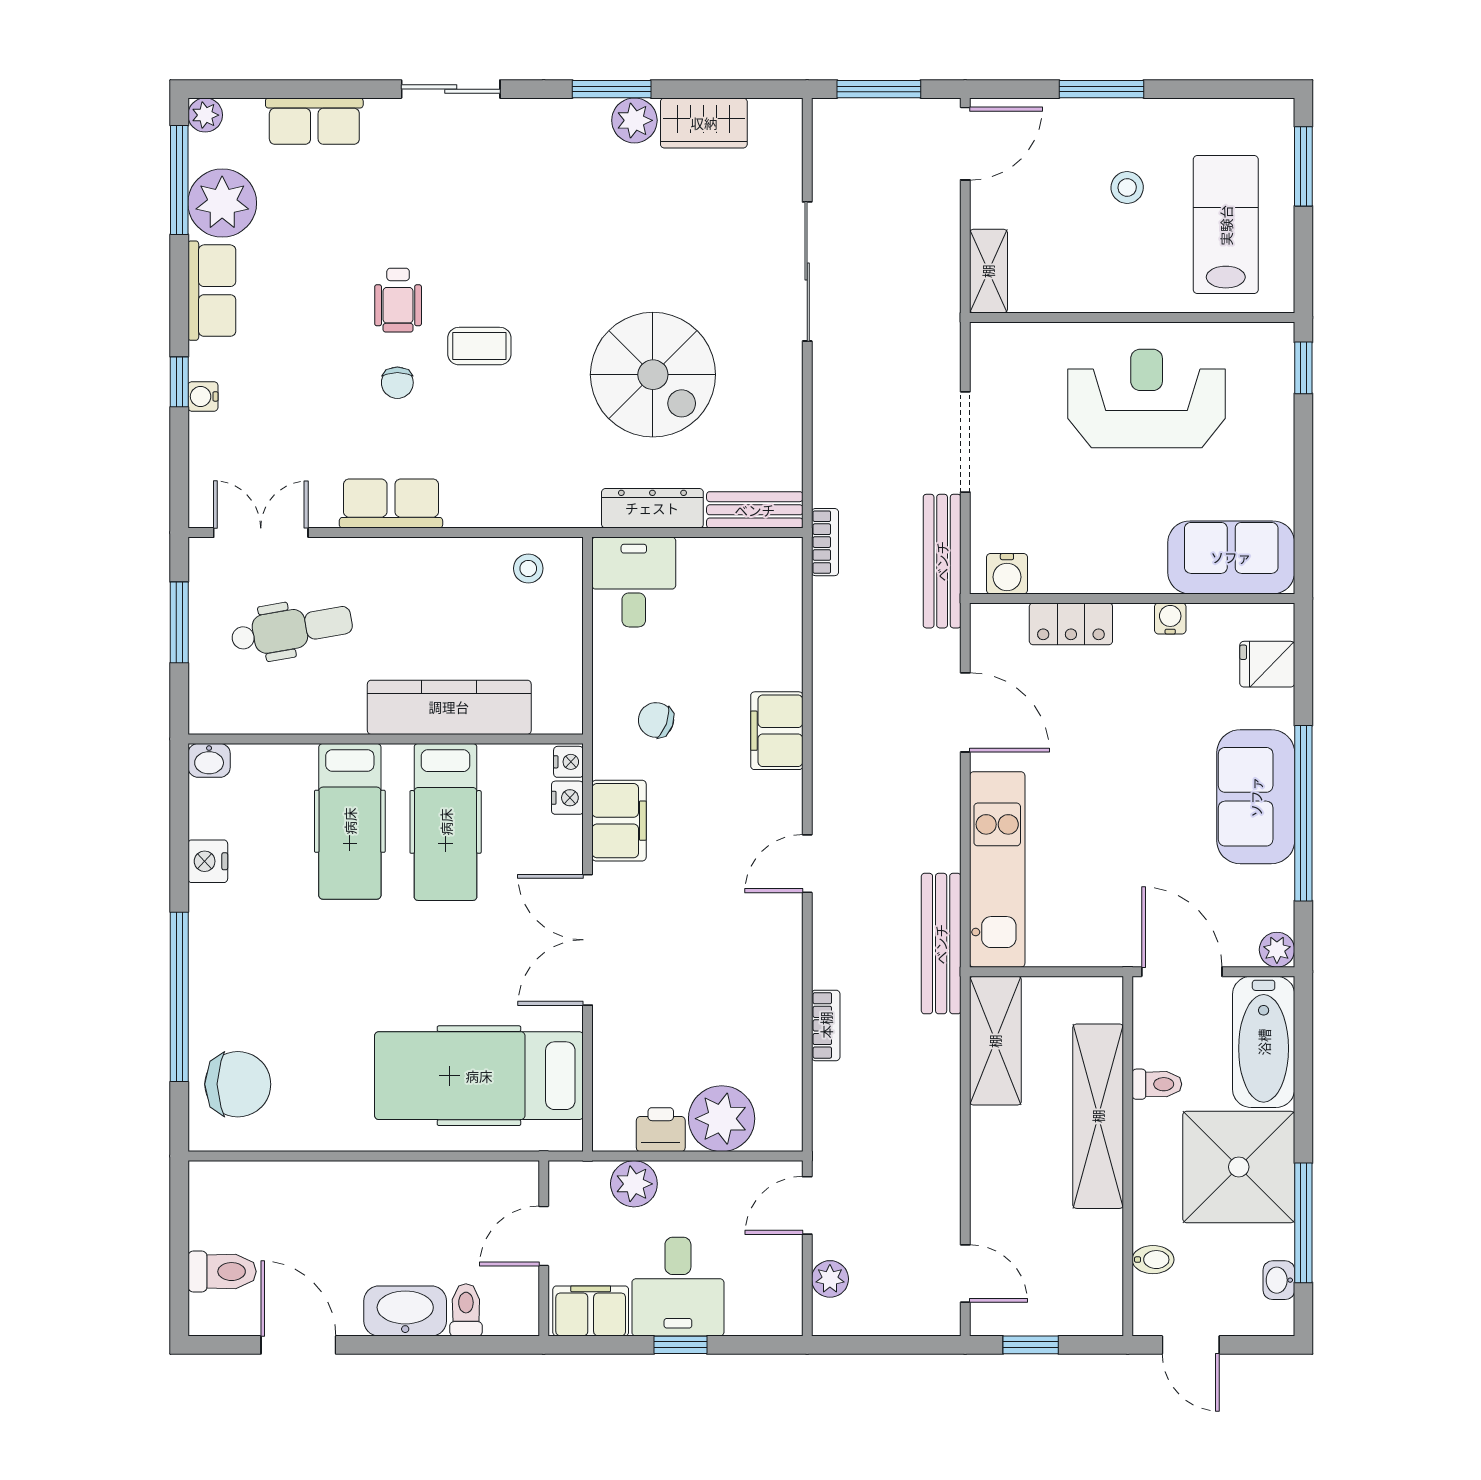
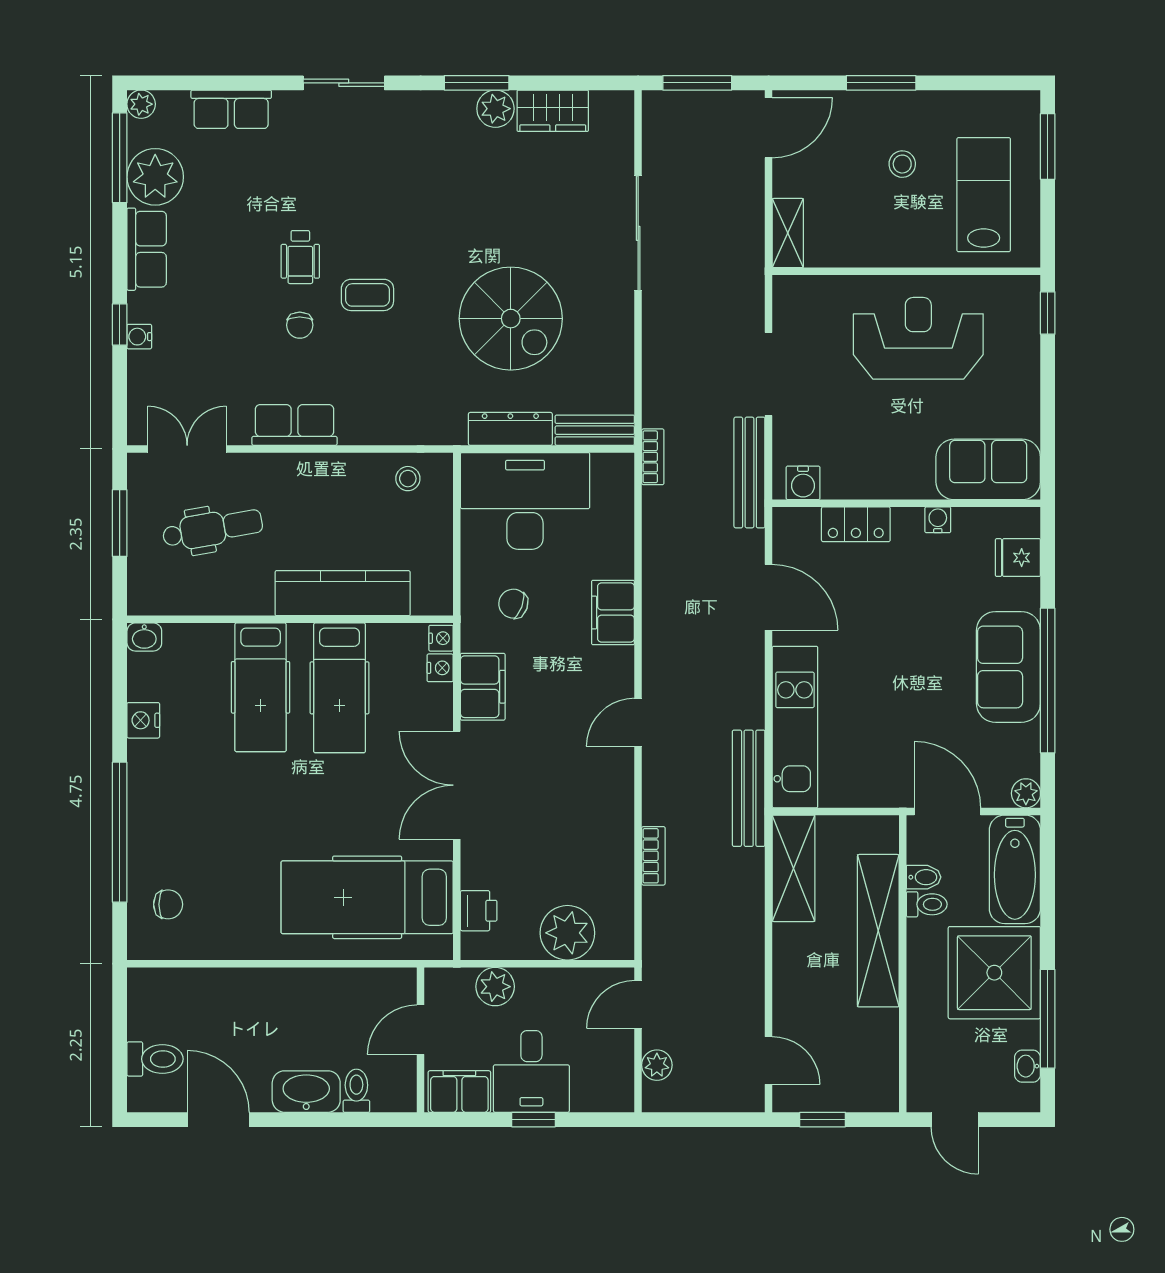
desk: (634, 582) -> (525, 501), width x1.87, depth x1.30
chair: (238, 1084) -> (168, 904), width x0.54, depth x0.54
printer: (661, 1130) -> (479, 911), moved, turned 90
bidet: (1153, 1260) -> (924, 877), moved

